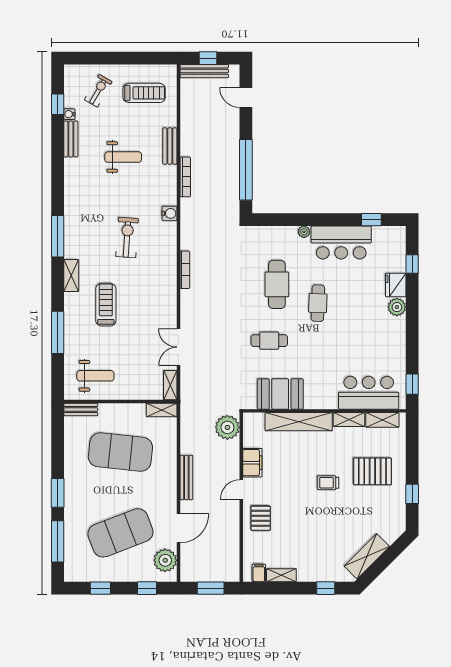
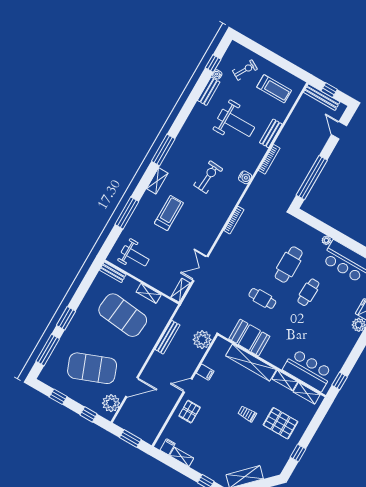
weight bench: (123, 157) -> (236, 123), width x1.36, depth x1.33
shelving: (162, 410) -> (149, 293), moved
filing cabinet: (252, 463) -> (205, 372), width x0.50
bench: (186, 477) -> (168, 337), moved

